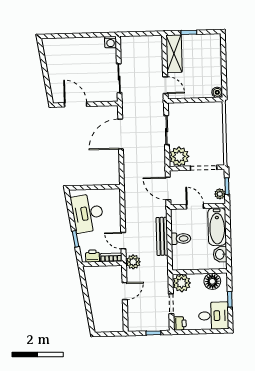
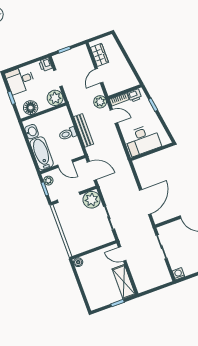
desk: (88, 213) -> (143, 140), moved, turned 99
wardrobe: (116, 314) -> (99, 55), added

